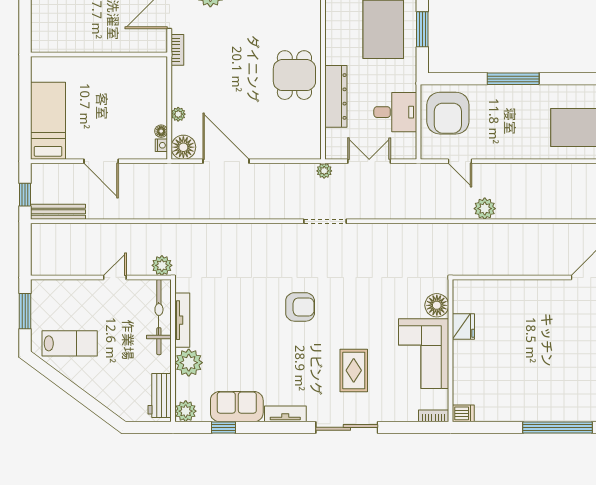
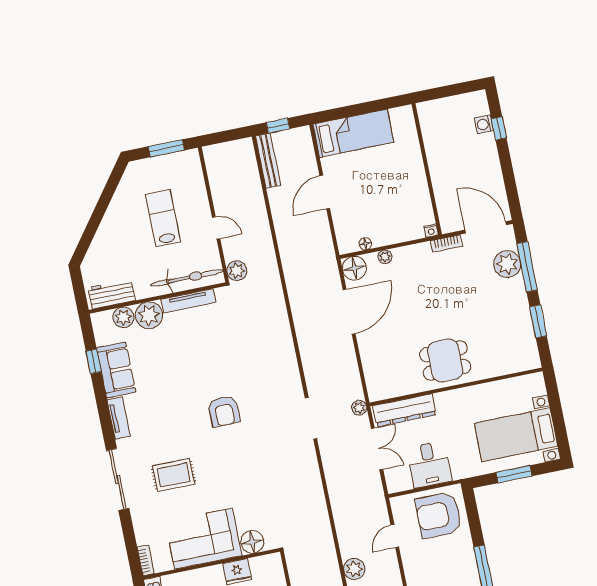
dresser: (336, 96) -> (405, 410), moved
nightstand: (161, 145) -> (431, 231), moved
lab bench: (70, 343) -> (163, 218), moved, turned 180
plant: (186, 411) -> (123, 317), moved

